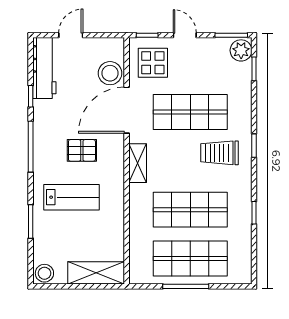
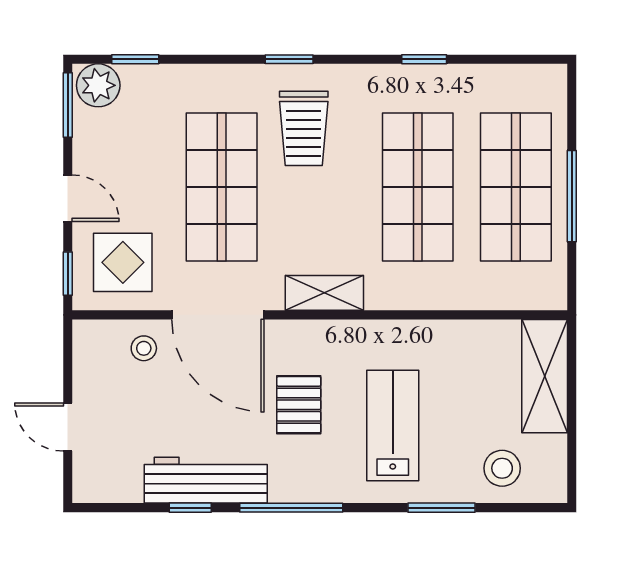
door: (185, 35) -> (68, 198), swing flipped
workbench: (44, 68) -> (206, 480), moved
stool: (110, 73) -> (144, 348), width x0.53, depth x0.53
stool: (44, 273) -> (502, 468), moved

